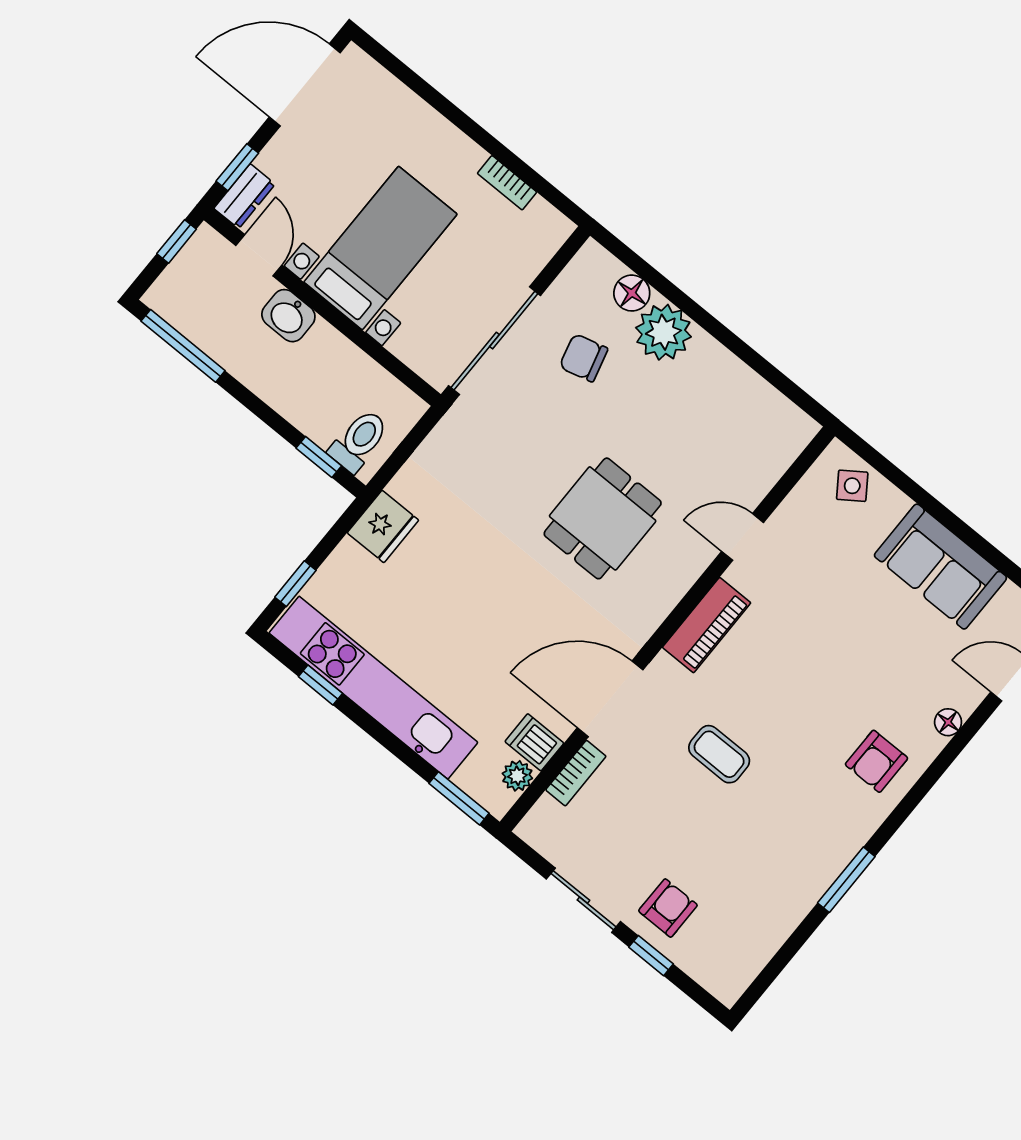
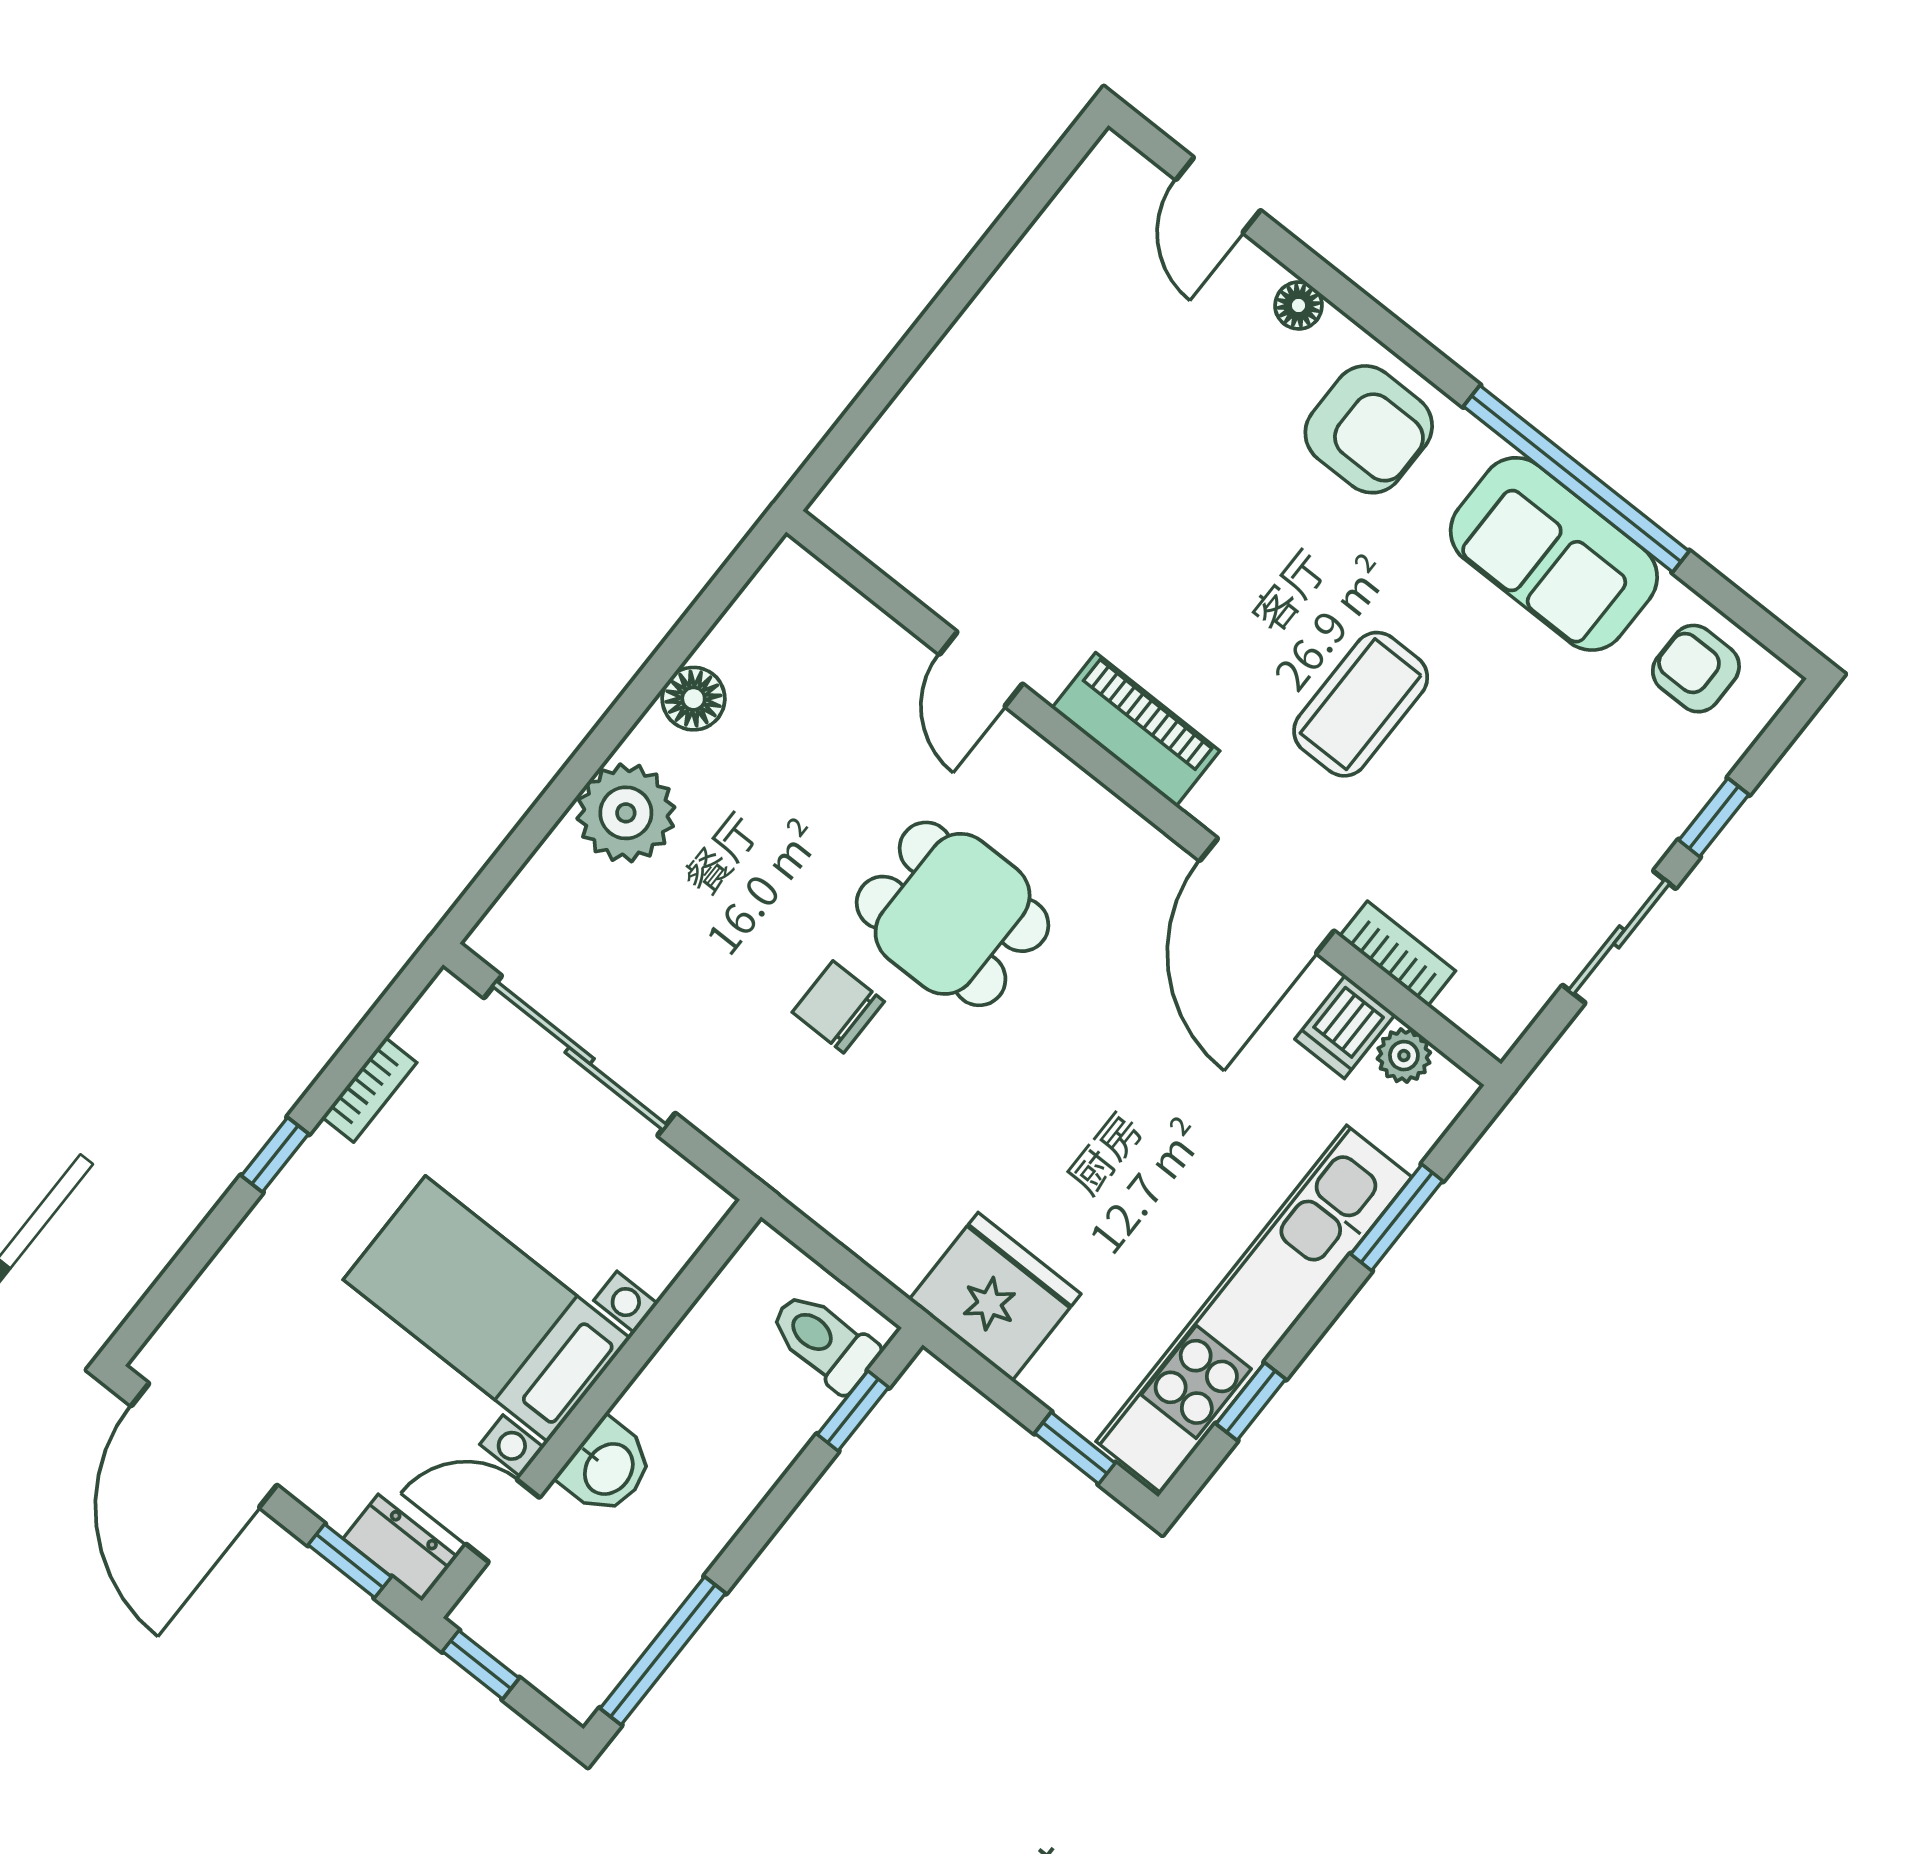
window: (471, 128) -> (275, 1155), added
floor lamp: (632, 293) -> (693, 699), moved
sliding door: (494, 341) -> (580, 1056), moved
chair: (584, 358) -> (838, 1007), moved, turned 105
side table: (852, 486) -> (889, 479), removed
fridge: (383, 526) -> (995, 1297), width x1.36, depth x1.34
sofa: (940, 567) -> (1554, 554), moved, turned 90
coffee table: (719, 754) -> (1361, 704), width x1.36, depth x1.30
armchair: (876, 761) -> (1369, 429), width x1.38, depth x1.38
window: (459, 798) -> (1397, 1218), moved
window: (846, 880) -> (1576, 479), width x2.11
armchair: (668, 908) -> (1696, 669), moved

